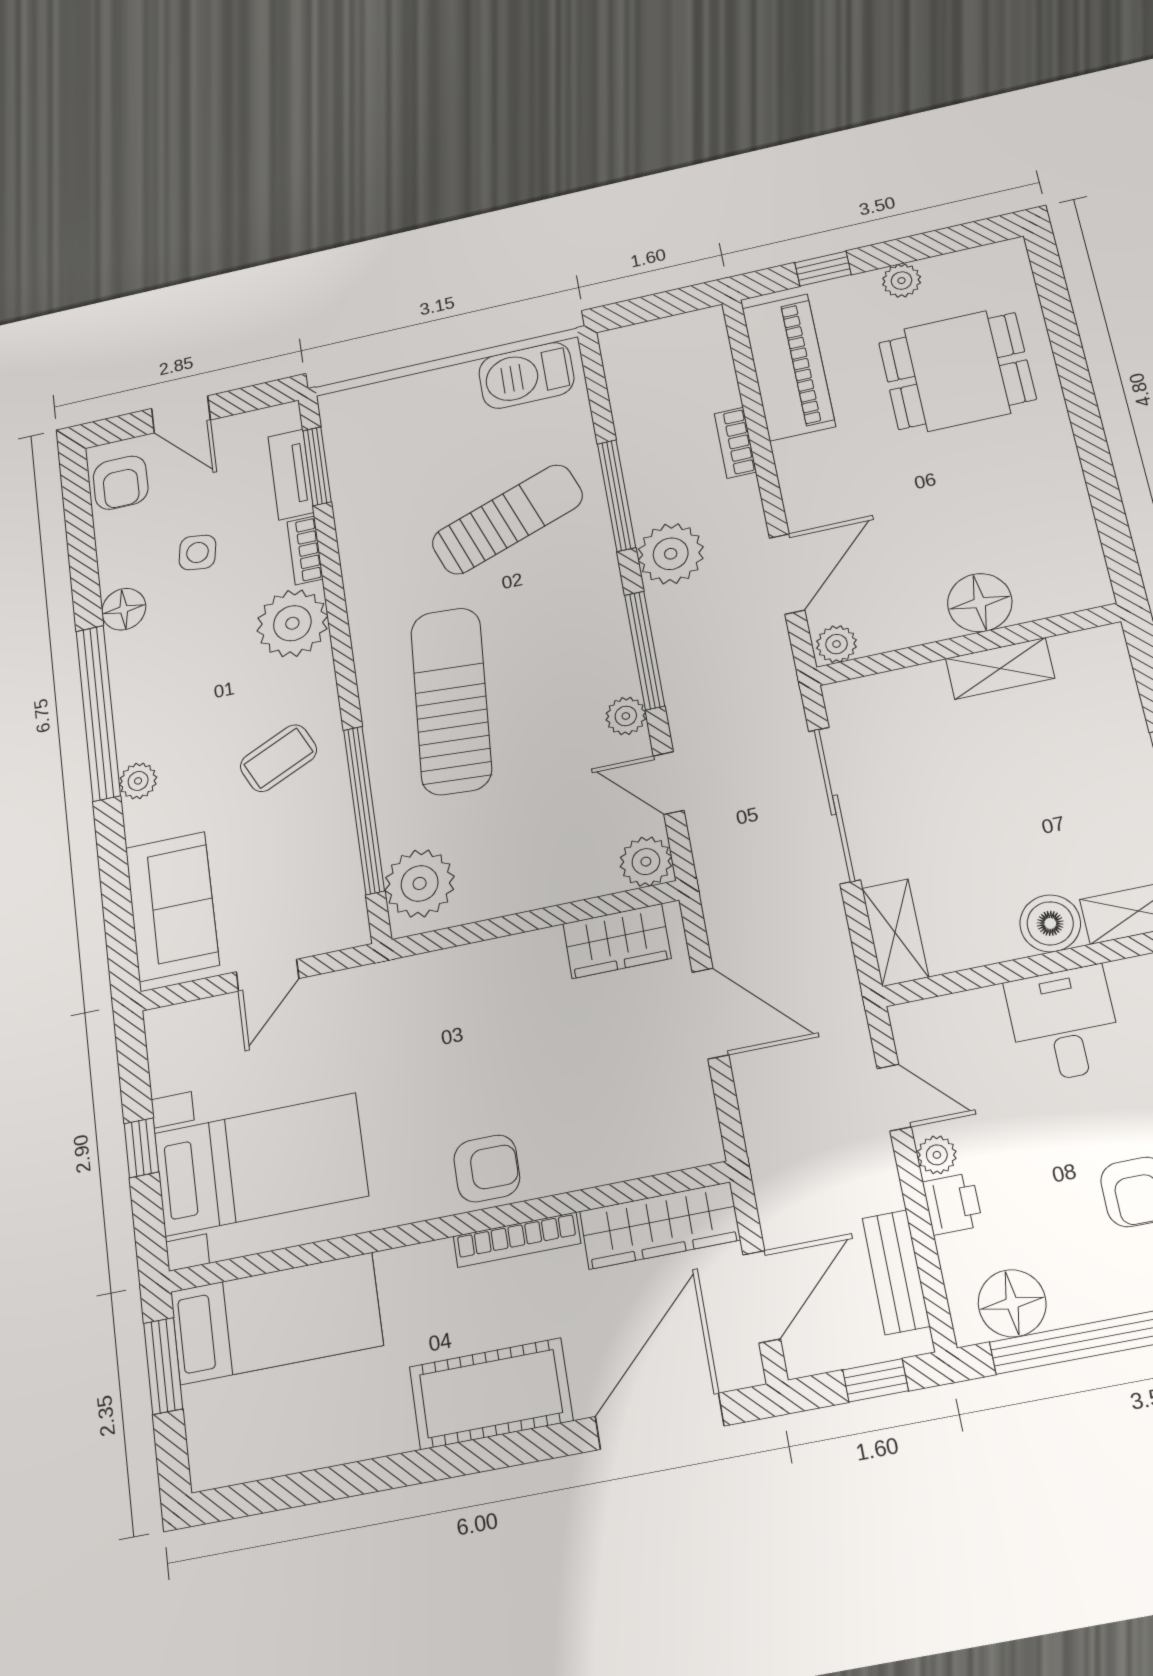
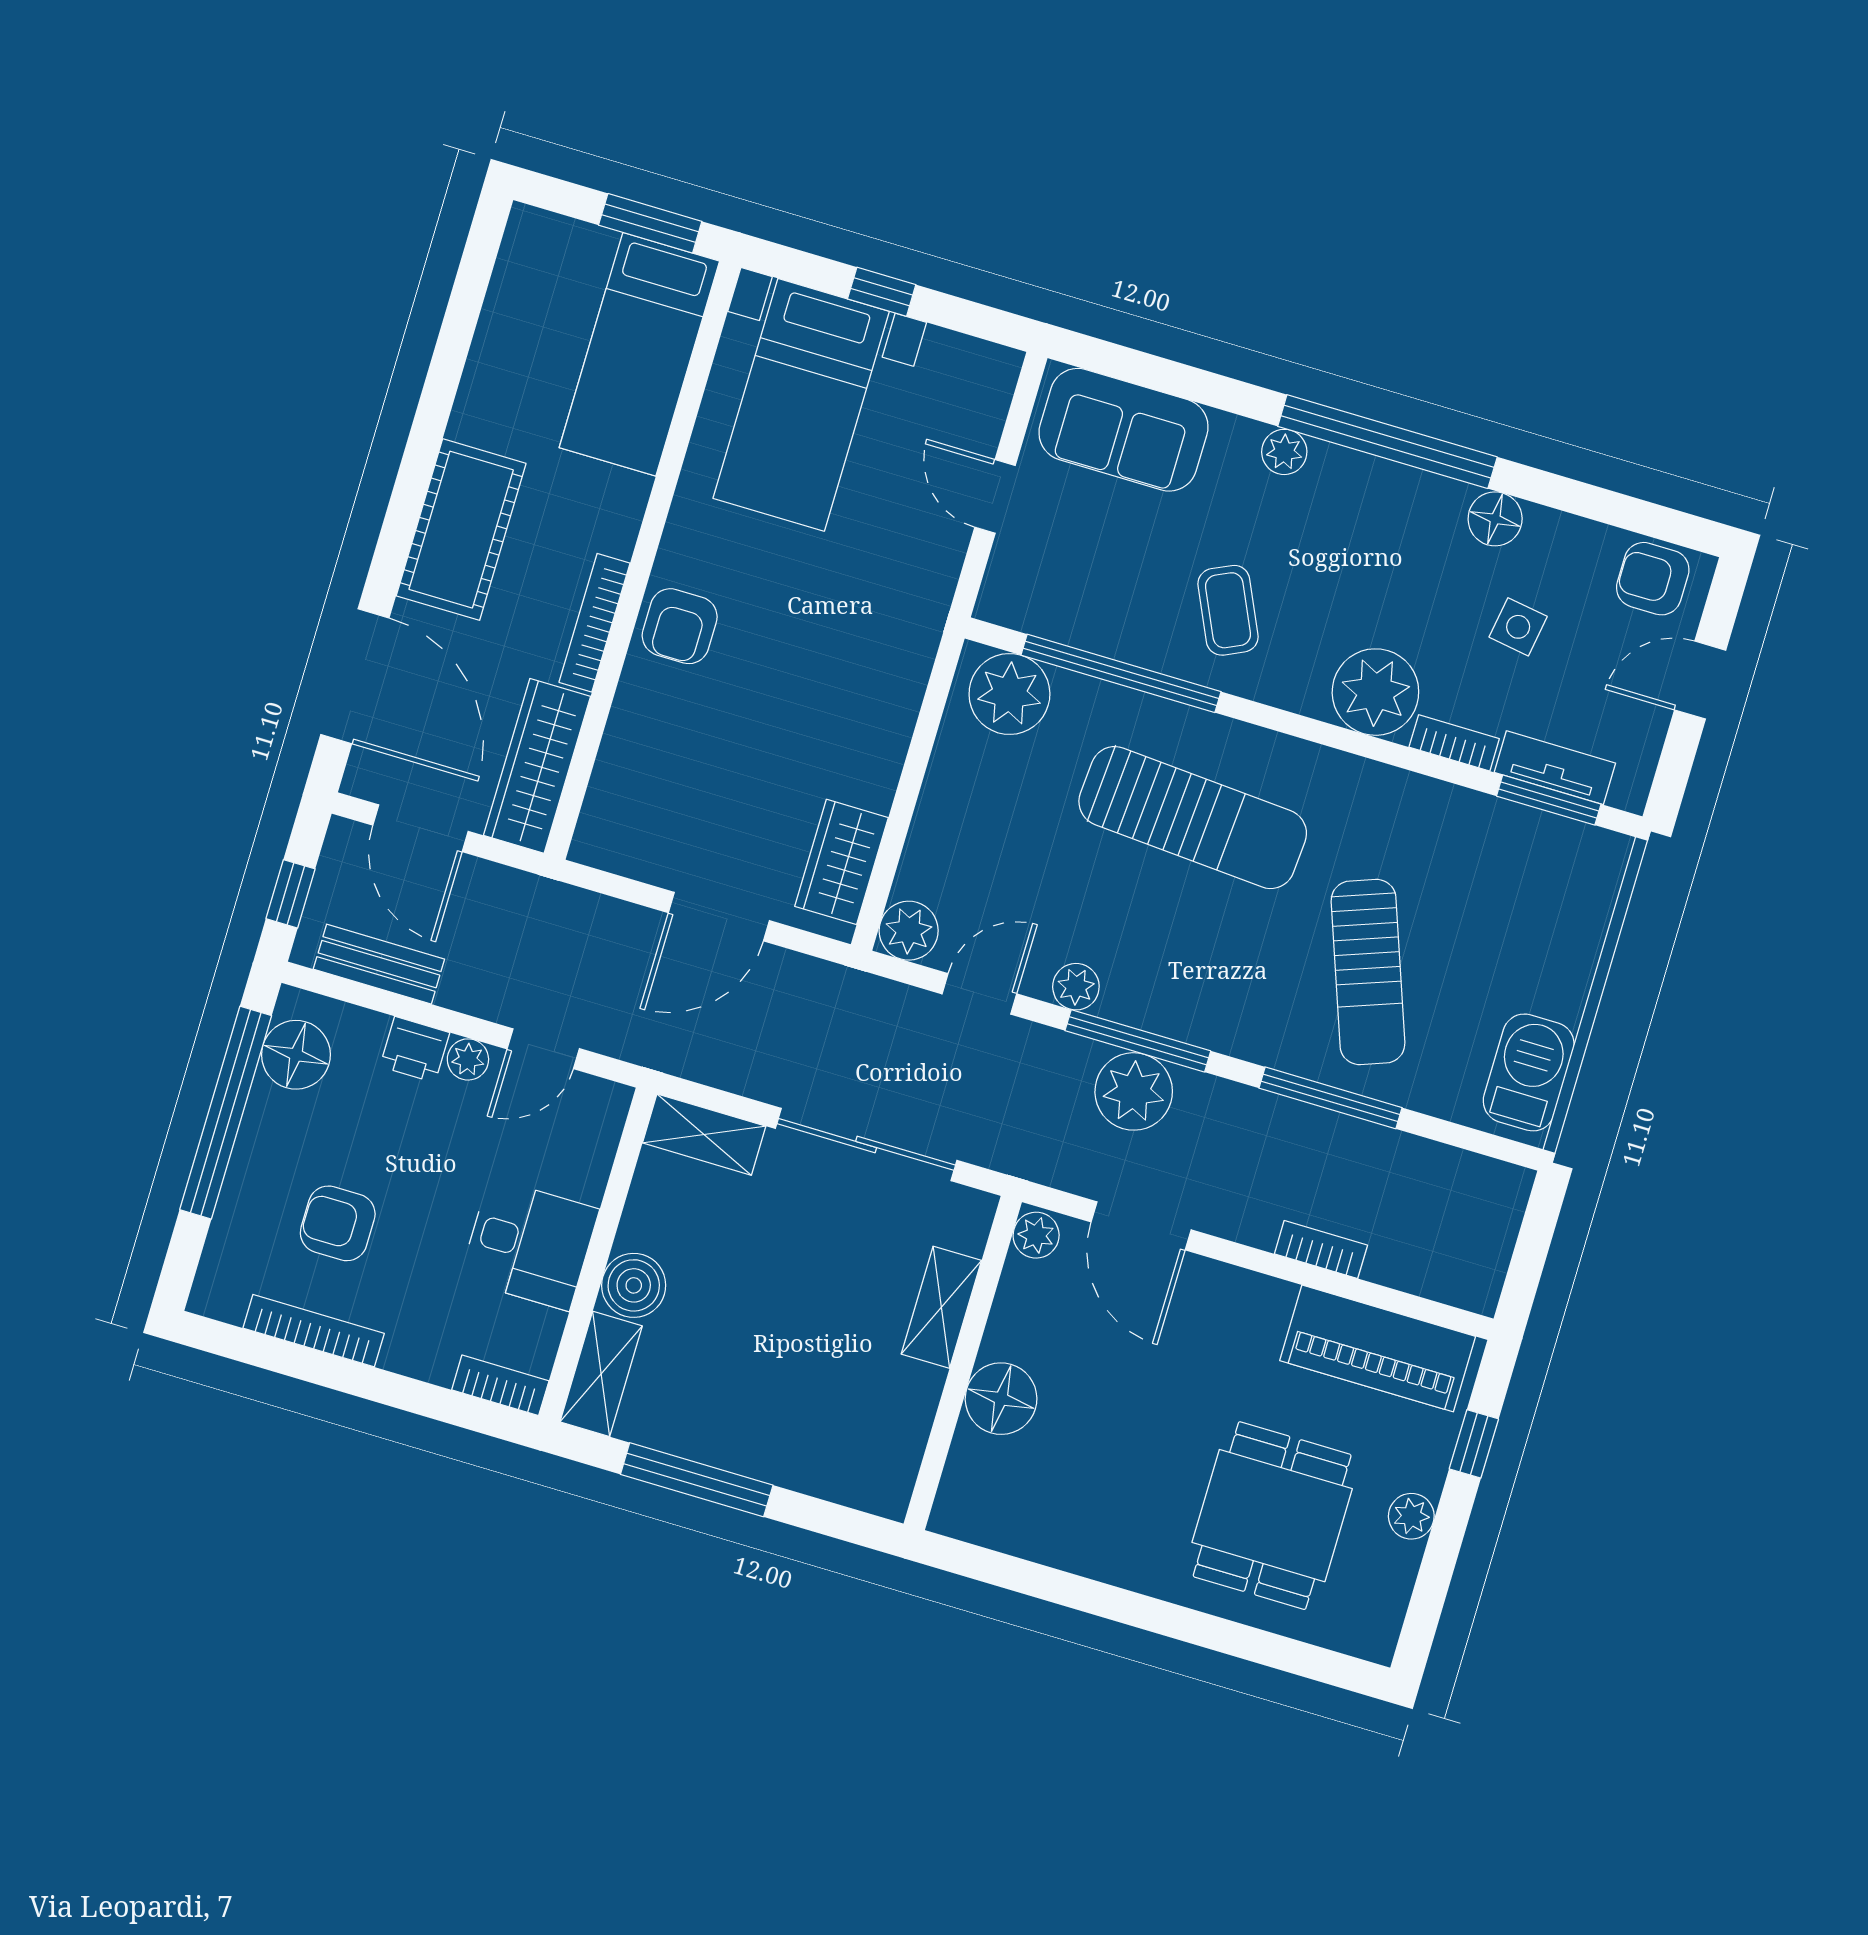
plant: (671, 554) -> (1134, 1091), moved
shelving: (1000, 668) -> (941, 1307), moved

